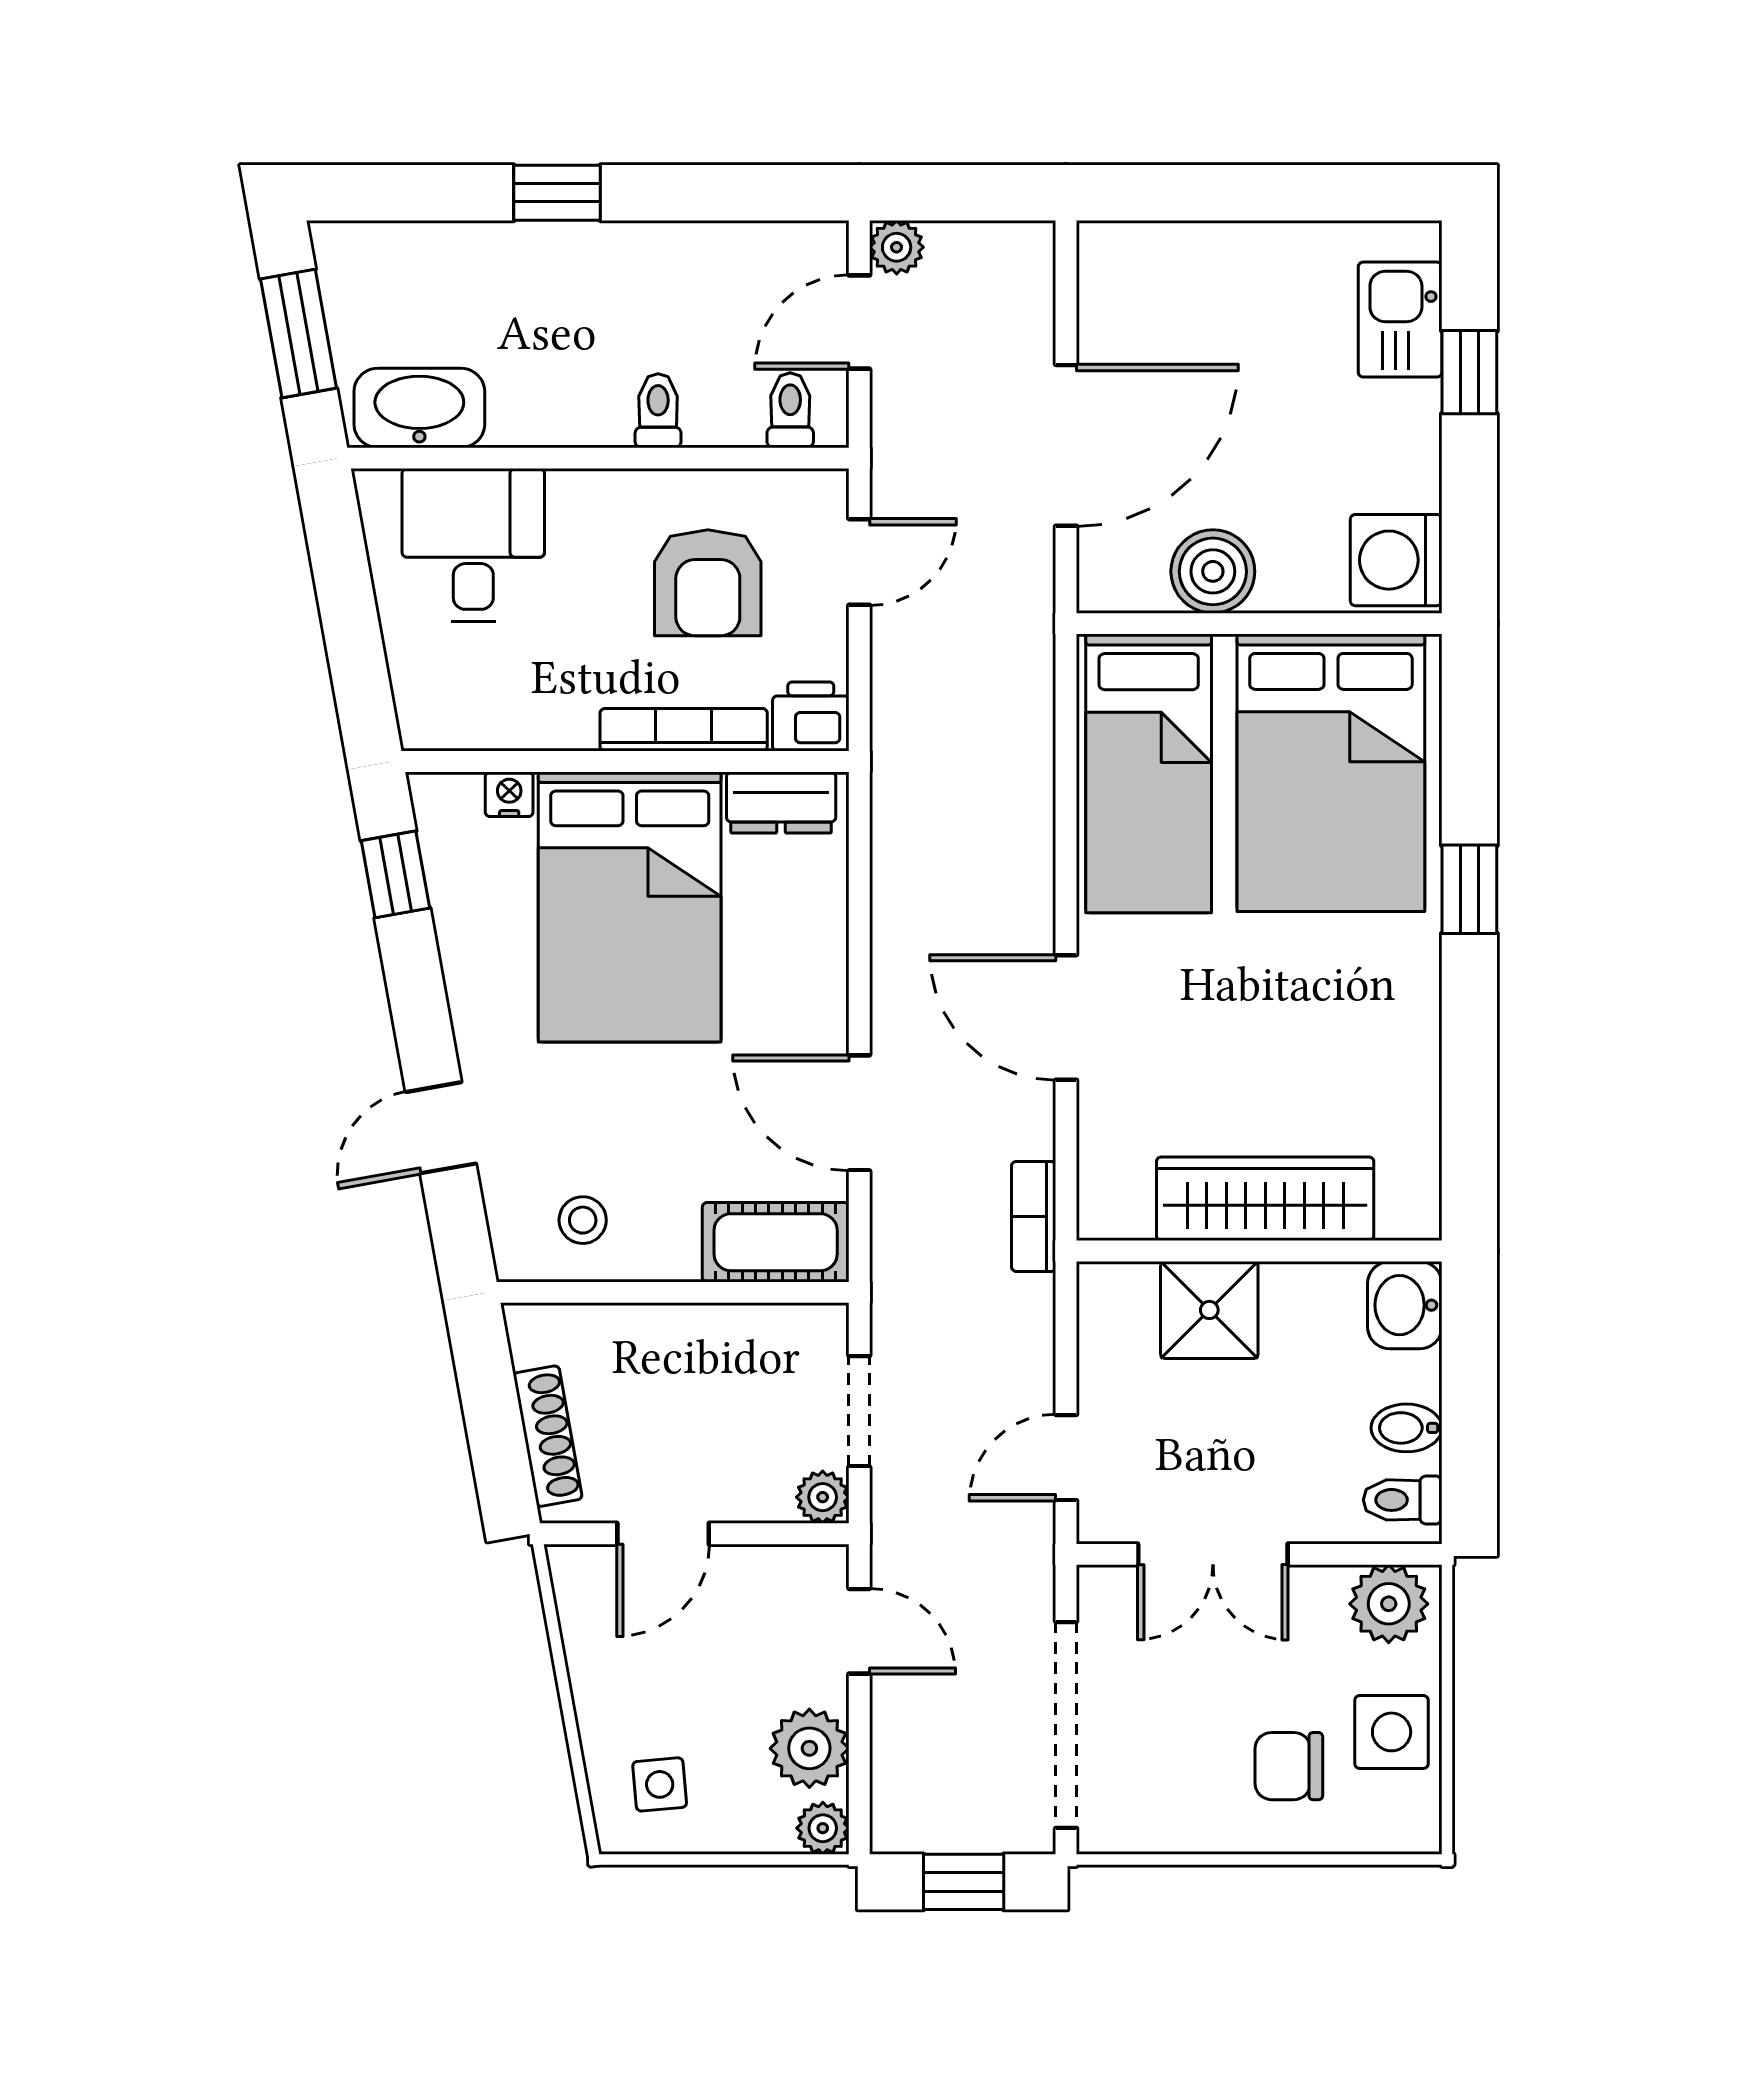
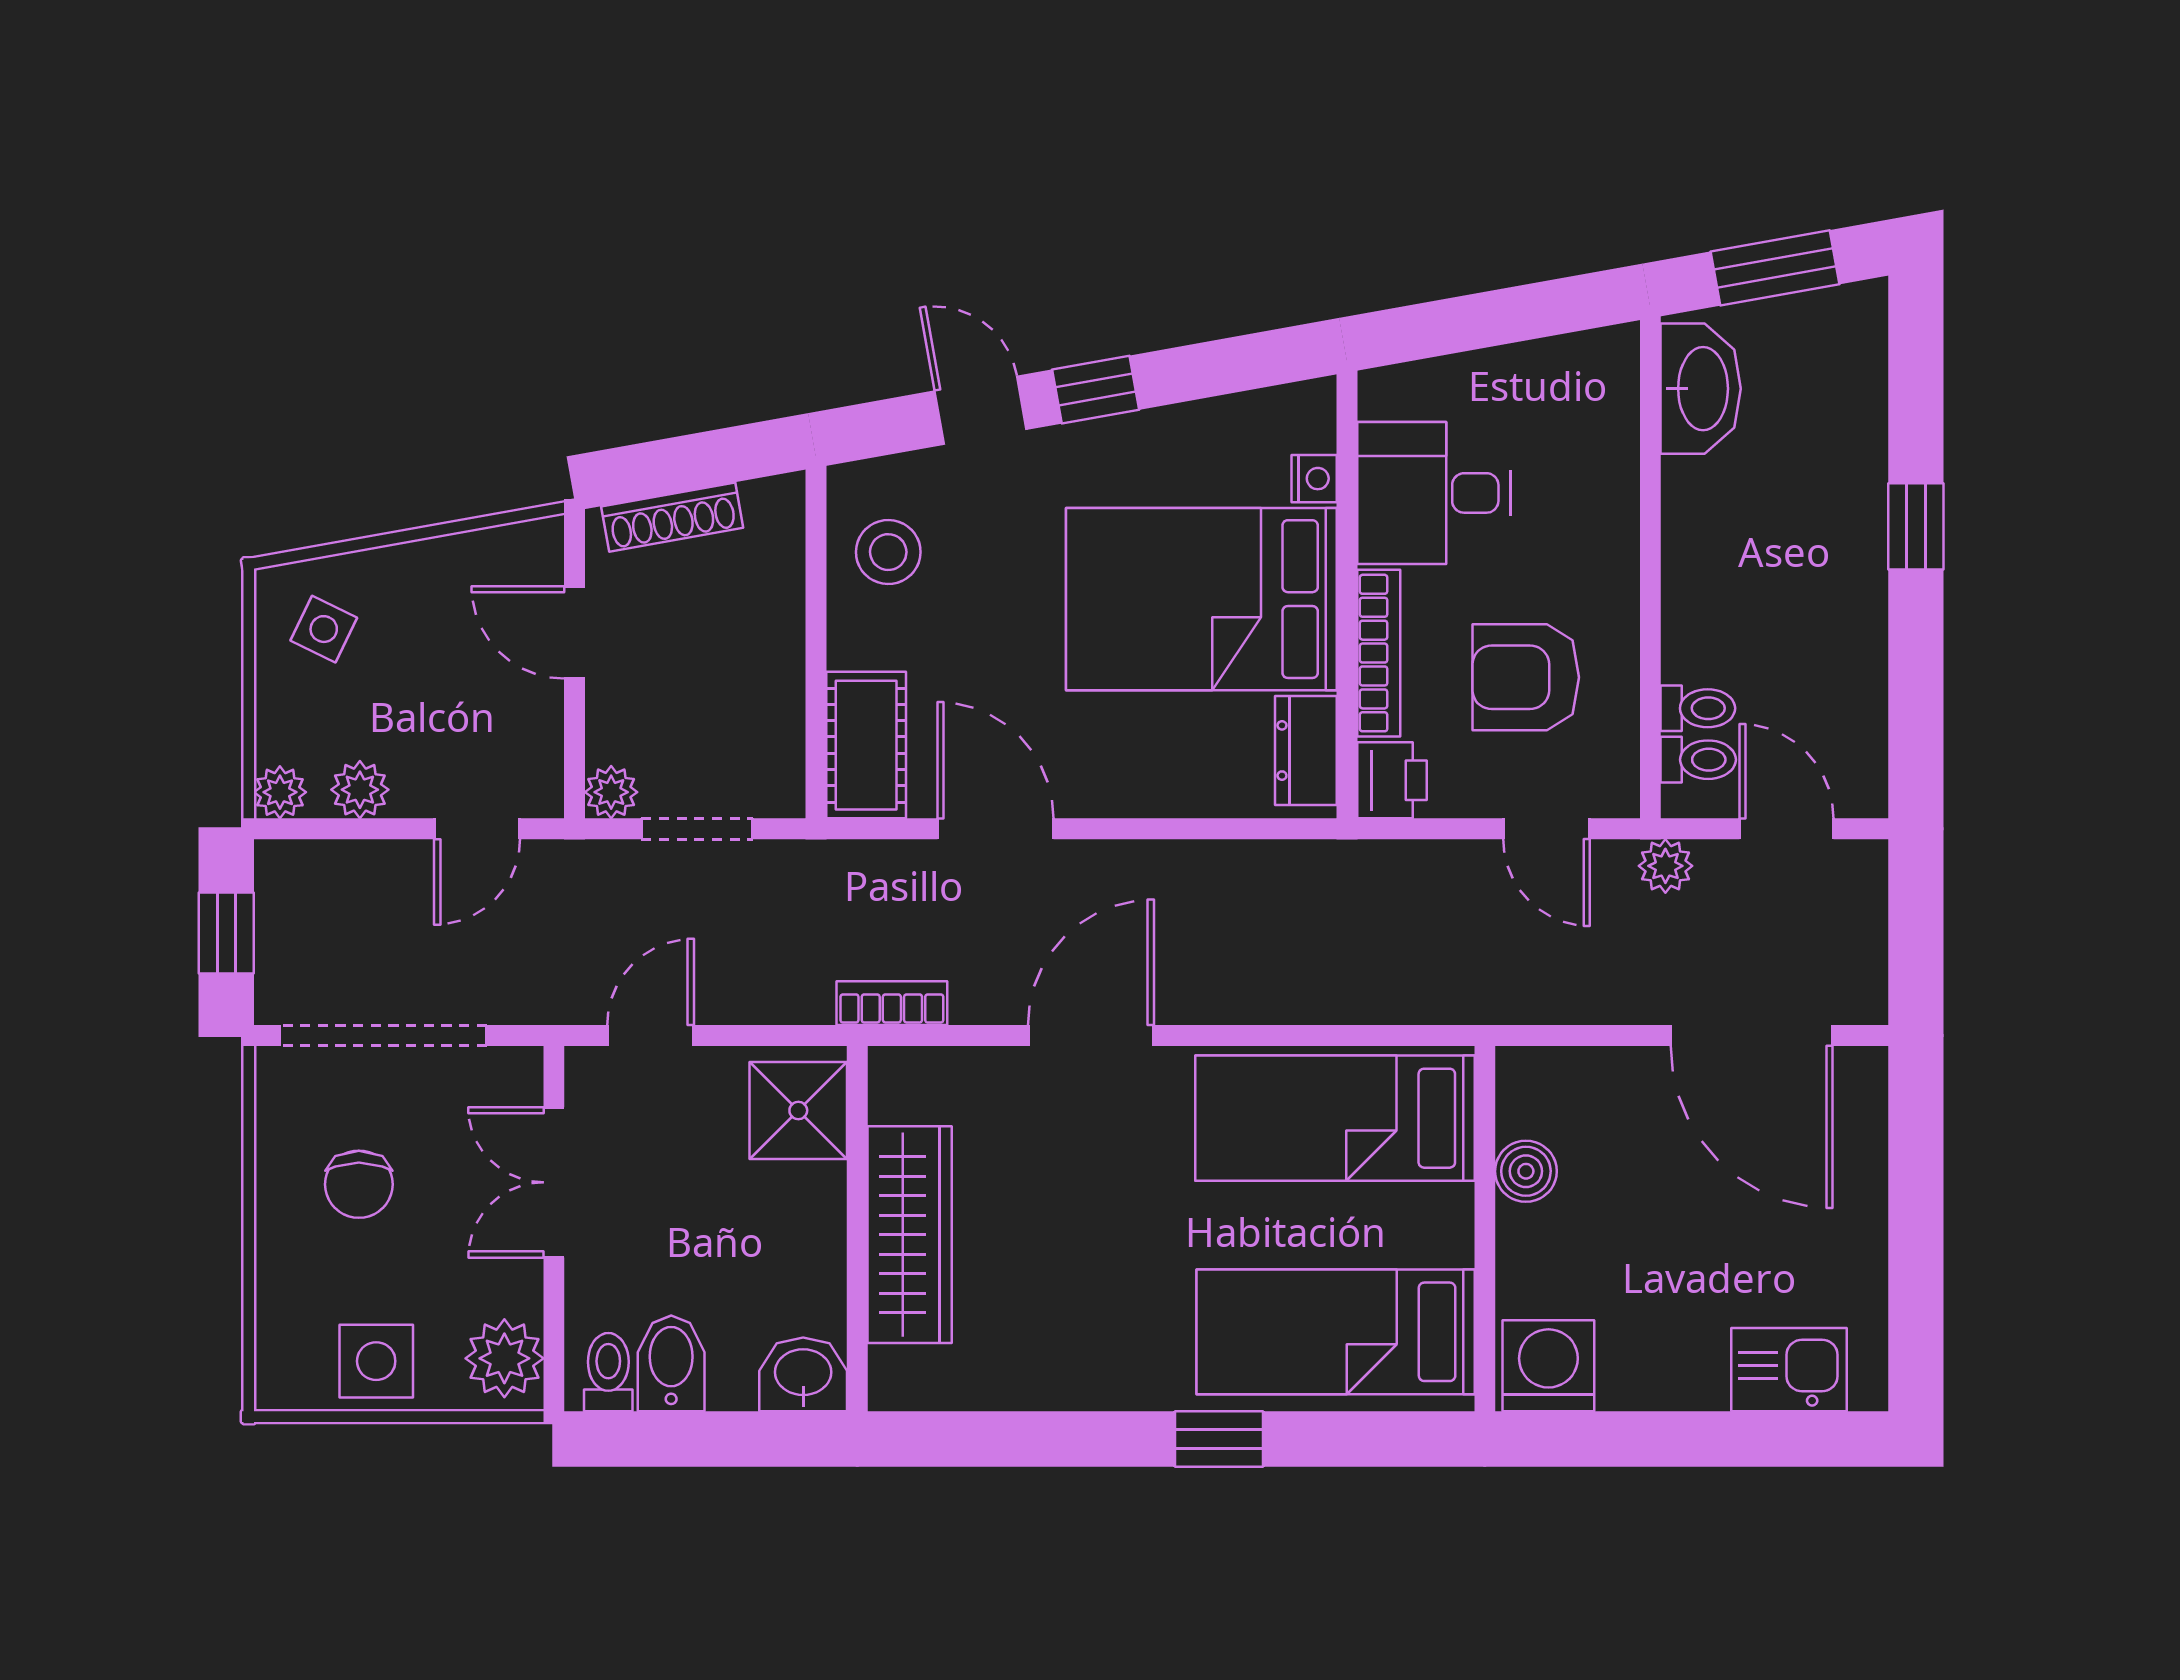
plant: (897, 247) -> (1665, 866), moved
window: (1469, 372) -> (1736, 1439), removed
toilet: (658, 411) -> (1698, 708), moved
door: (1066, 445) -> (1752, 1036), moved
desk: (473, 545) -> (1434, 493), moved, turned 180
boiler: (1213, 571) -> (1526, 1171), width x0.73, depth x0.73
bed: (1331, 773) -> (1336, 1332), width x0.67
window: (395, 874) -> (1096, 390), moved
door: (859, 1113) -> (995, 829), hinge flipped
stool: (583, 1220) -> (888, 552), width x1.37, depth x1.37
shower: (1209, 1310) -> (798, 1110), moved
bidet: (1406, 1428) -> (671, 1363), width x1.38, depth x1.36
door: (1066, 1458) -> (651, 1036), hinge flipped
plant: (809, 1748) -> (360, 790), width x0.73, depth x0.73
chair: (1289, 1766) -> (359, 1184), moved, turned 180
side table: (660, 1784) -> (324, 629), turned 31

